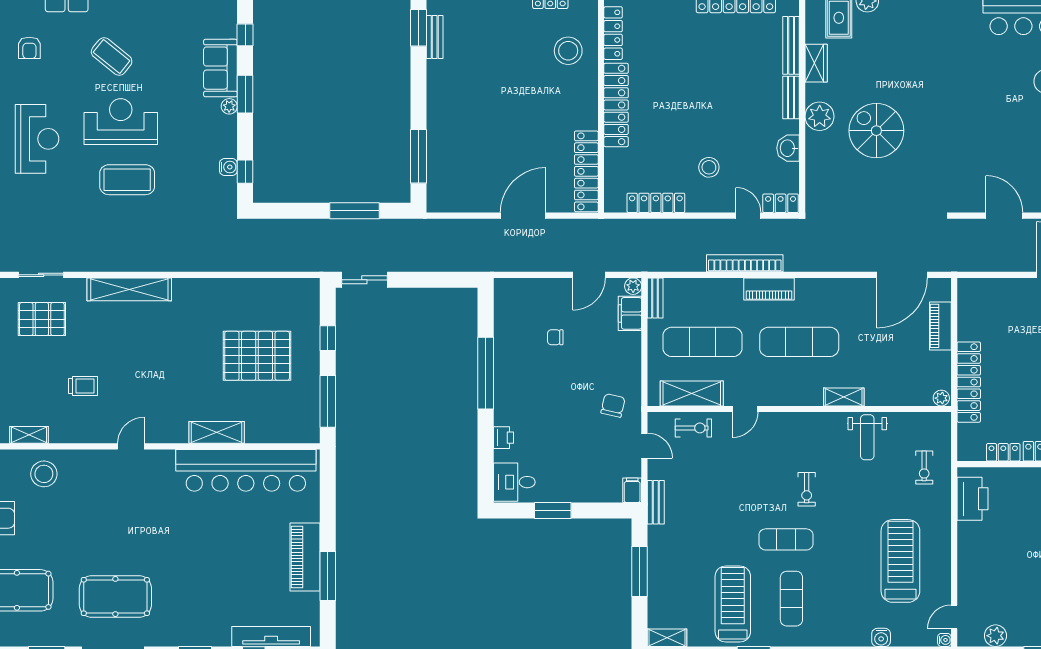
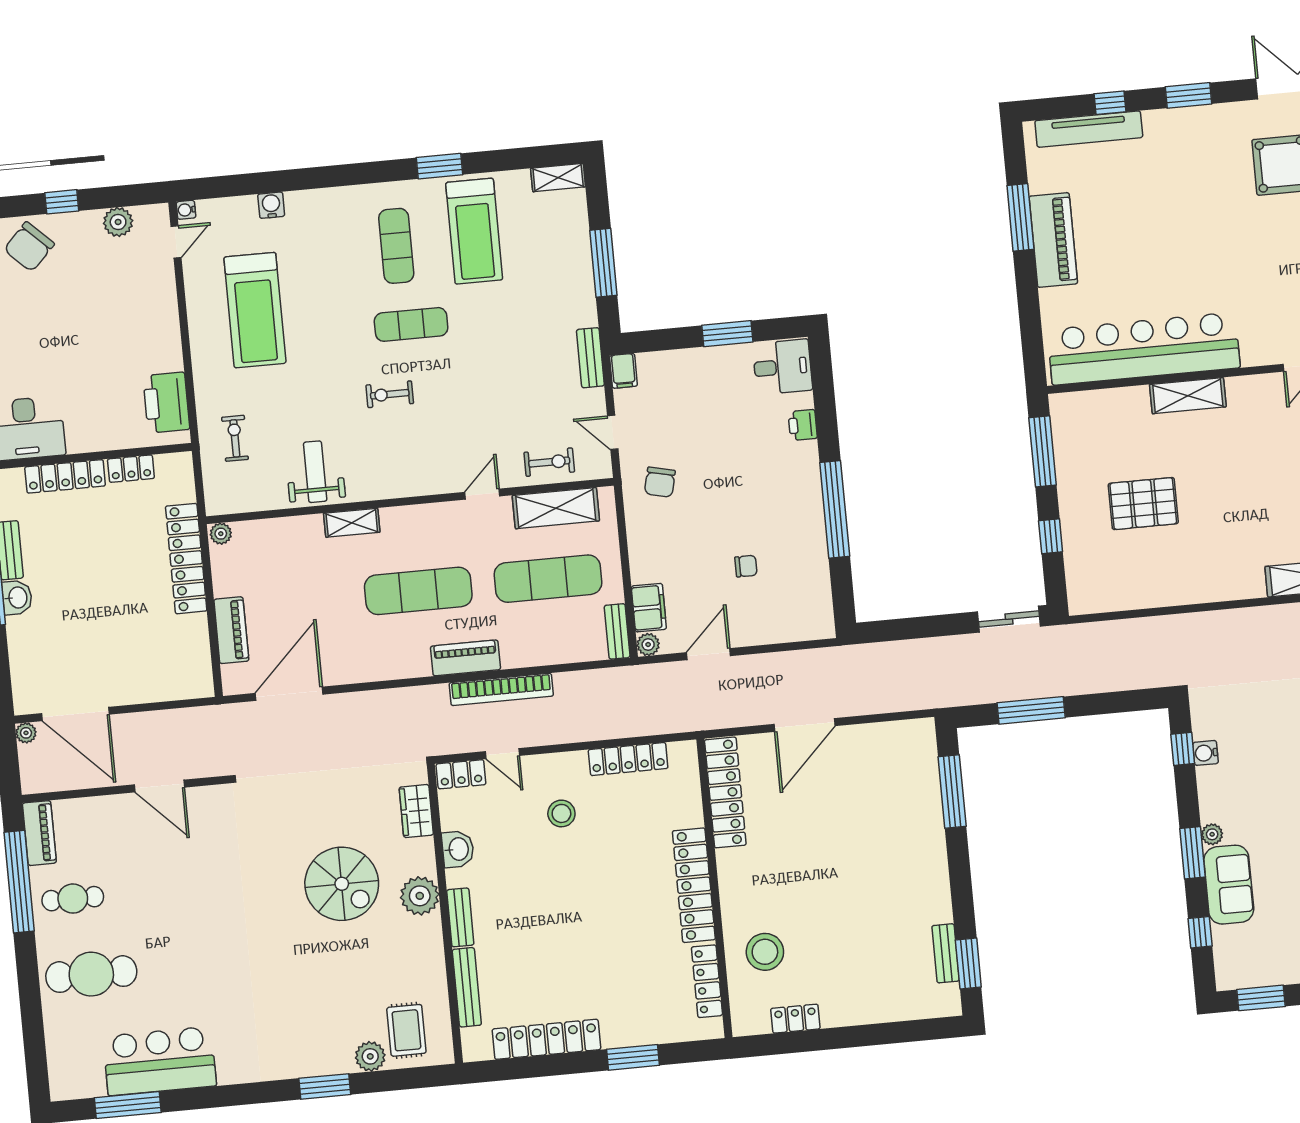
wardrobe: (816, 63) -> (416, 811), moved
pallet: (257, 356) -> (1143, 504), width x0.73, depth x0.71
exercise bike: (693, 428) -> (549, 462), turned 180
exercise bike: (807, 489) -> (390, 394), turned -90

